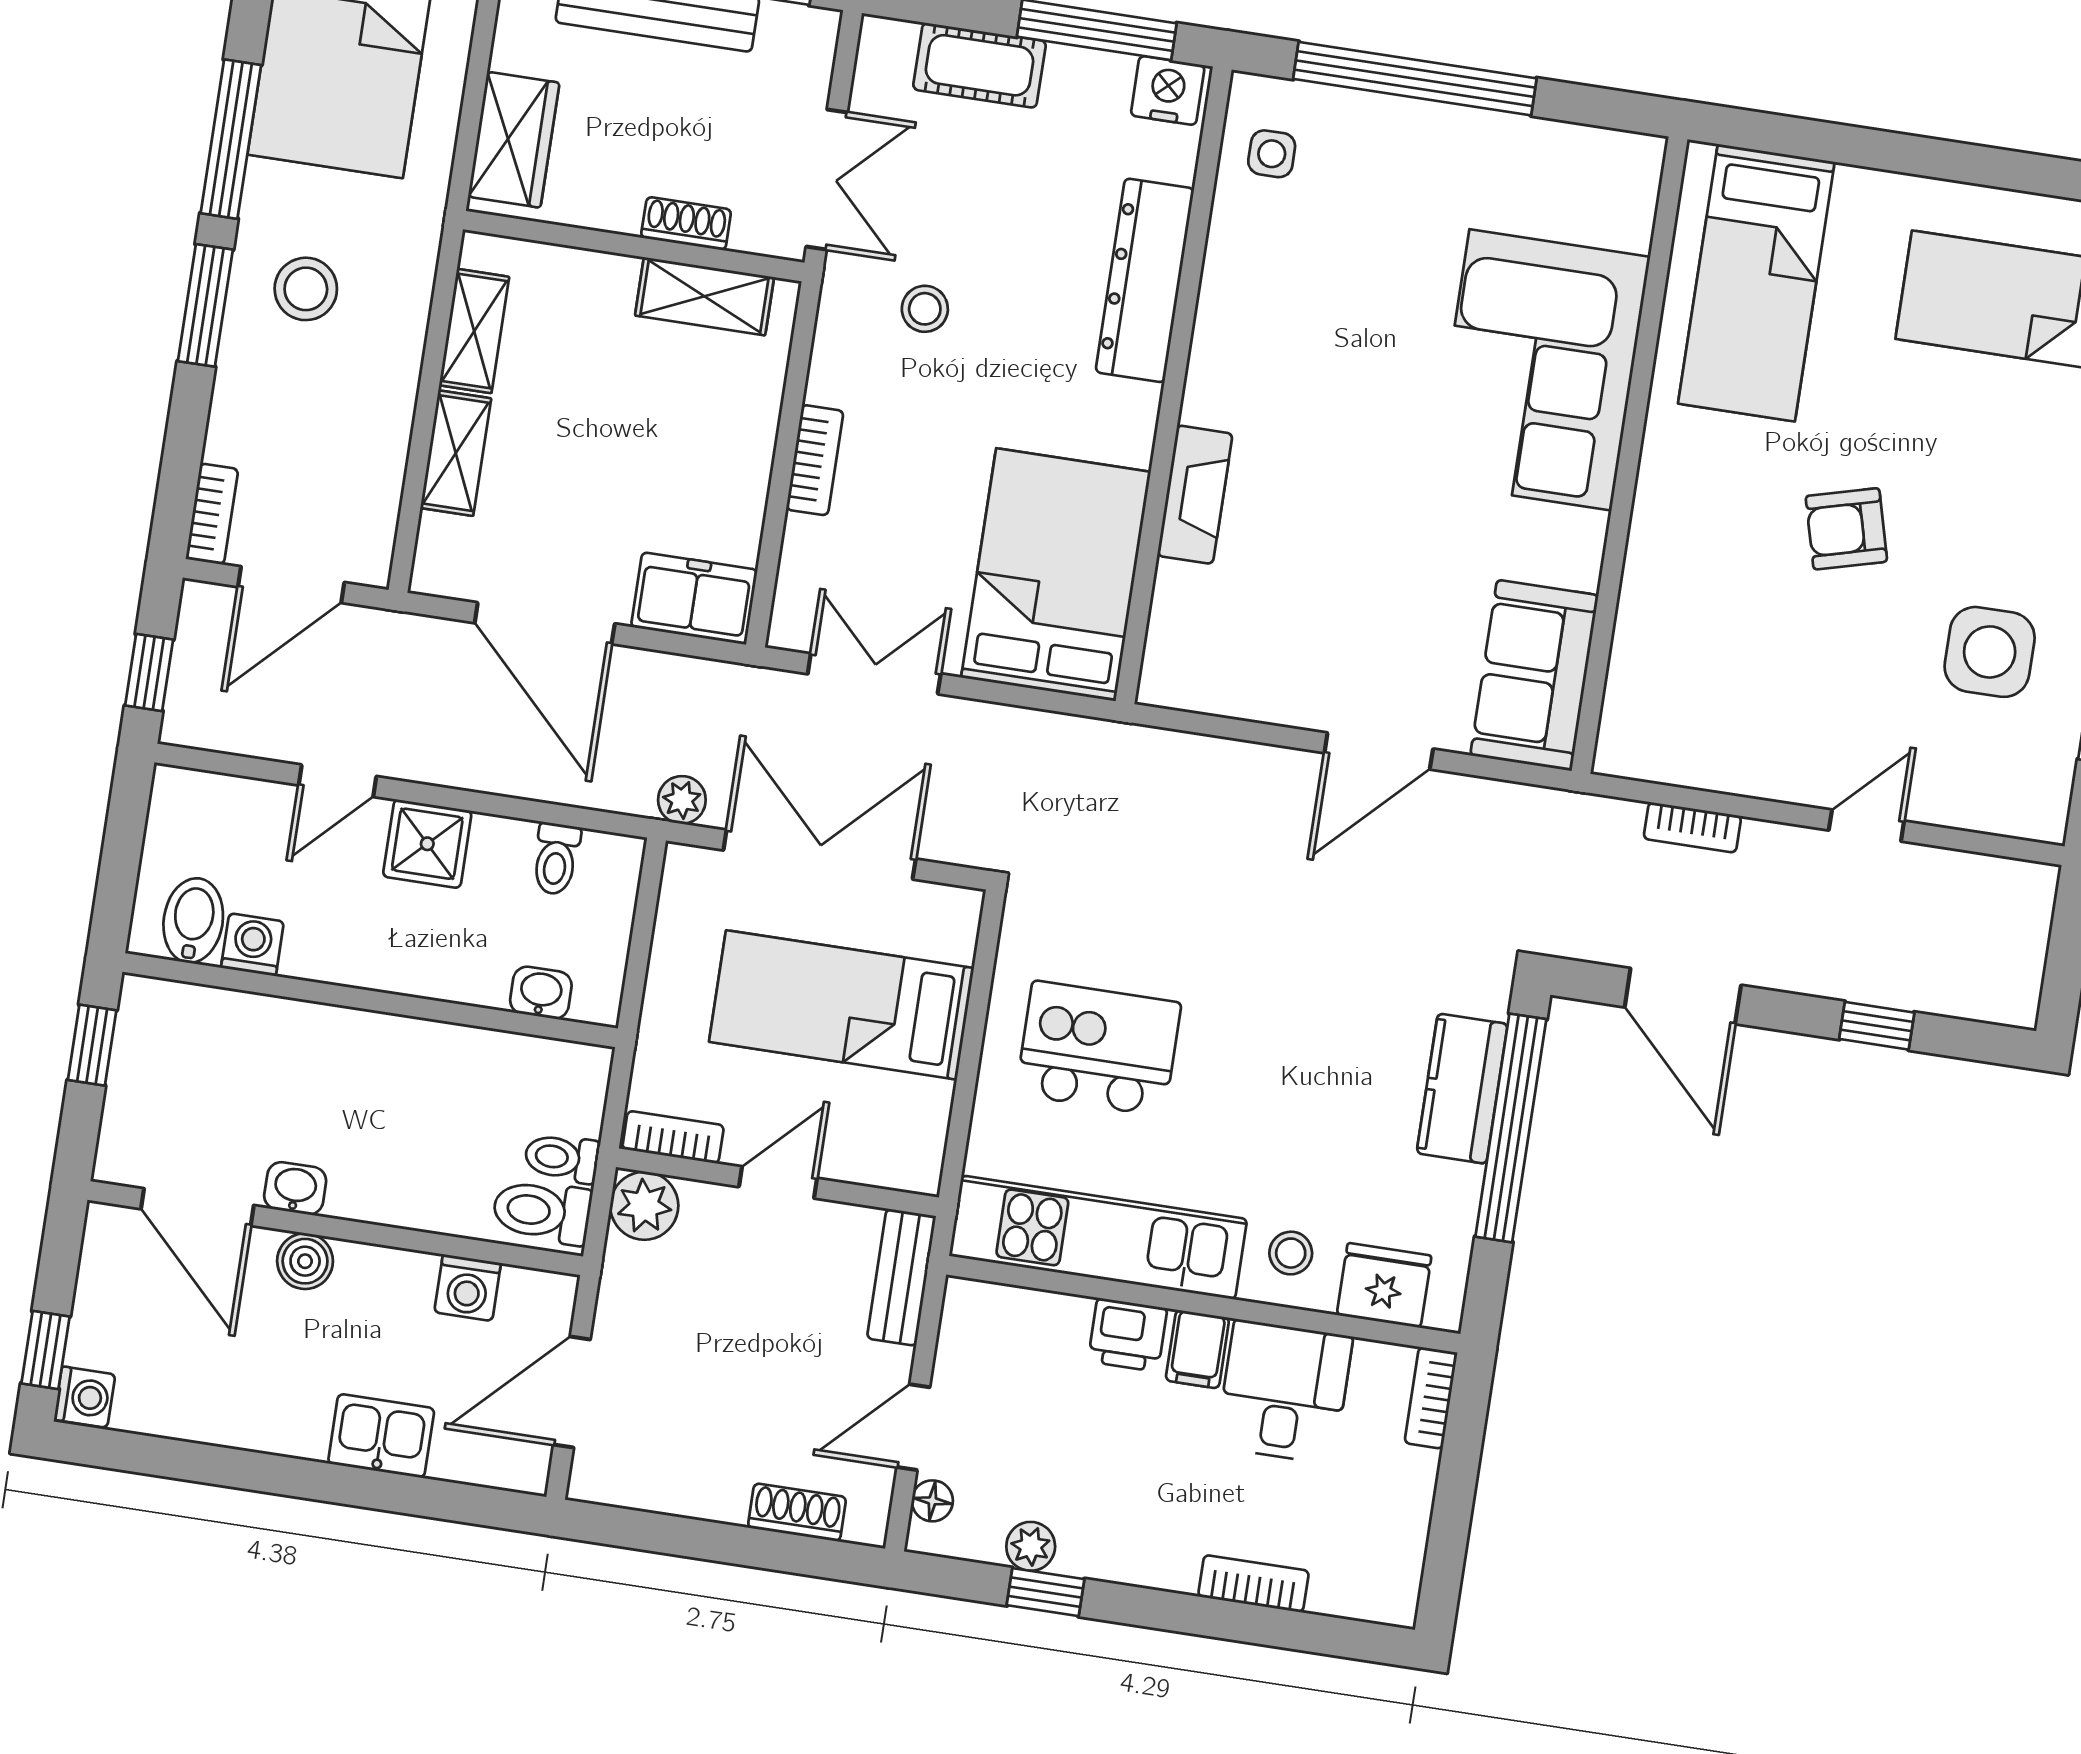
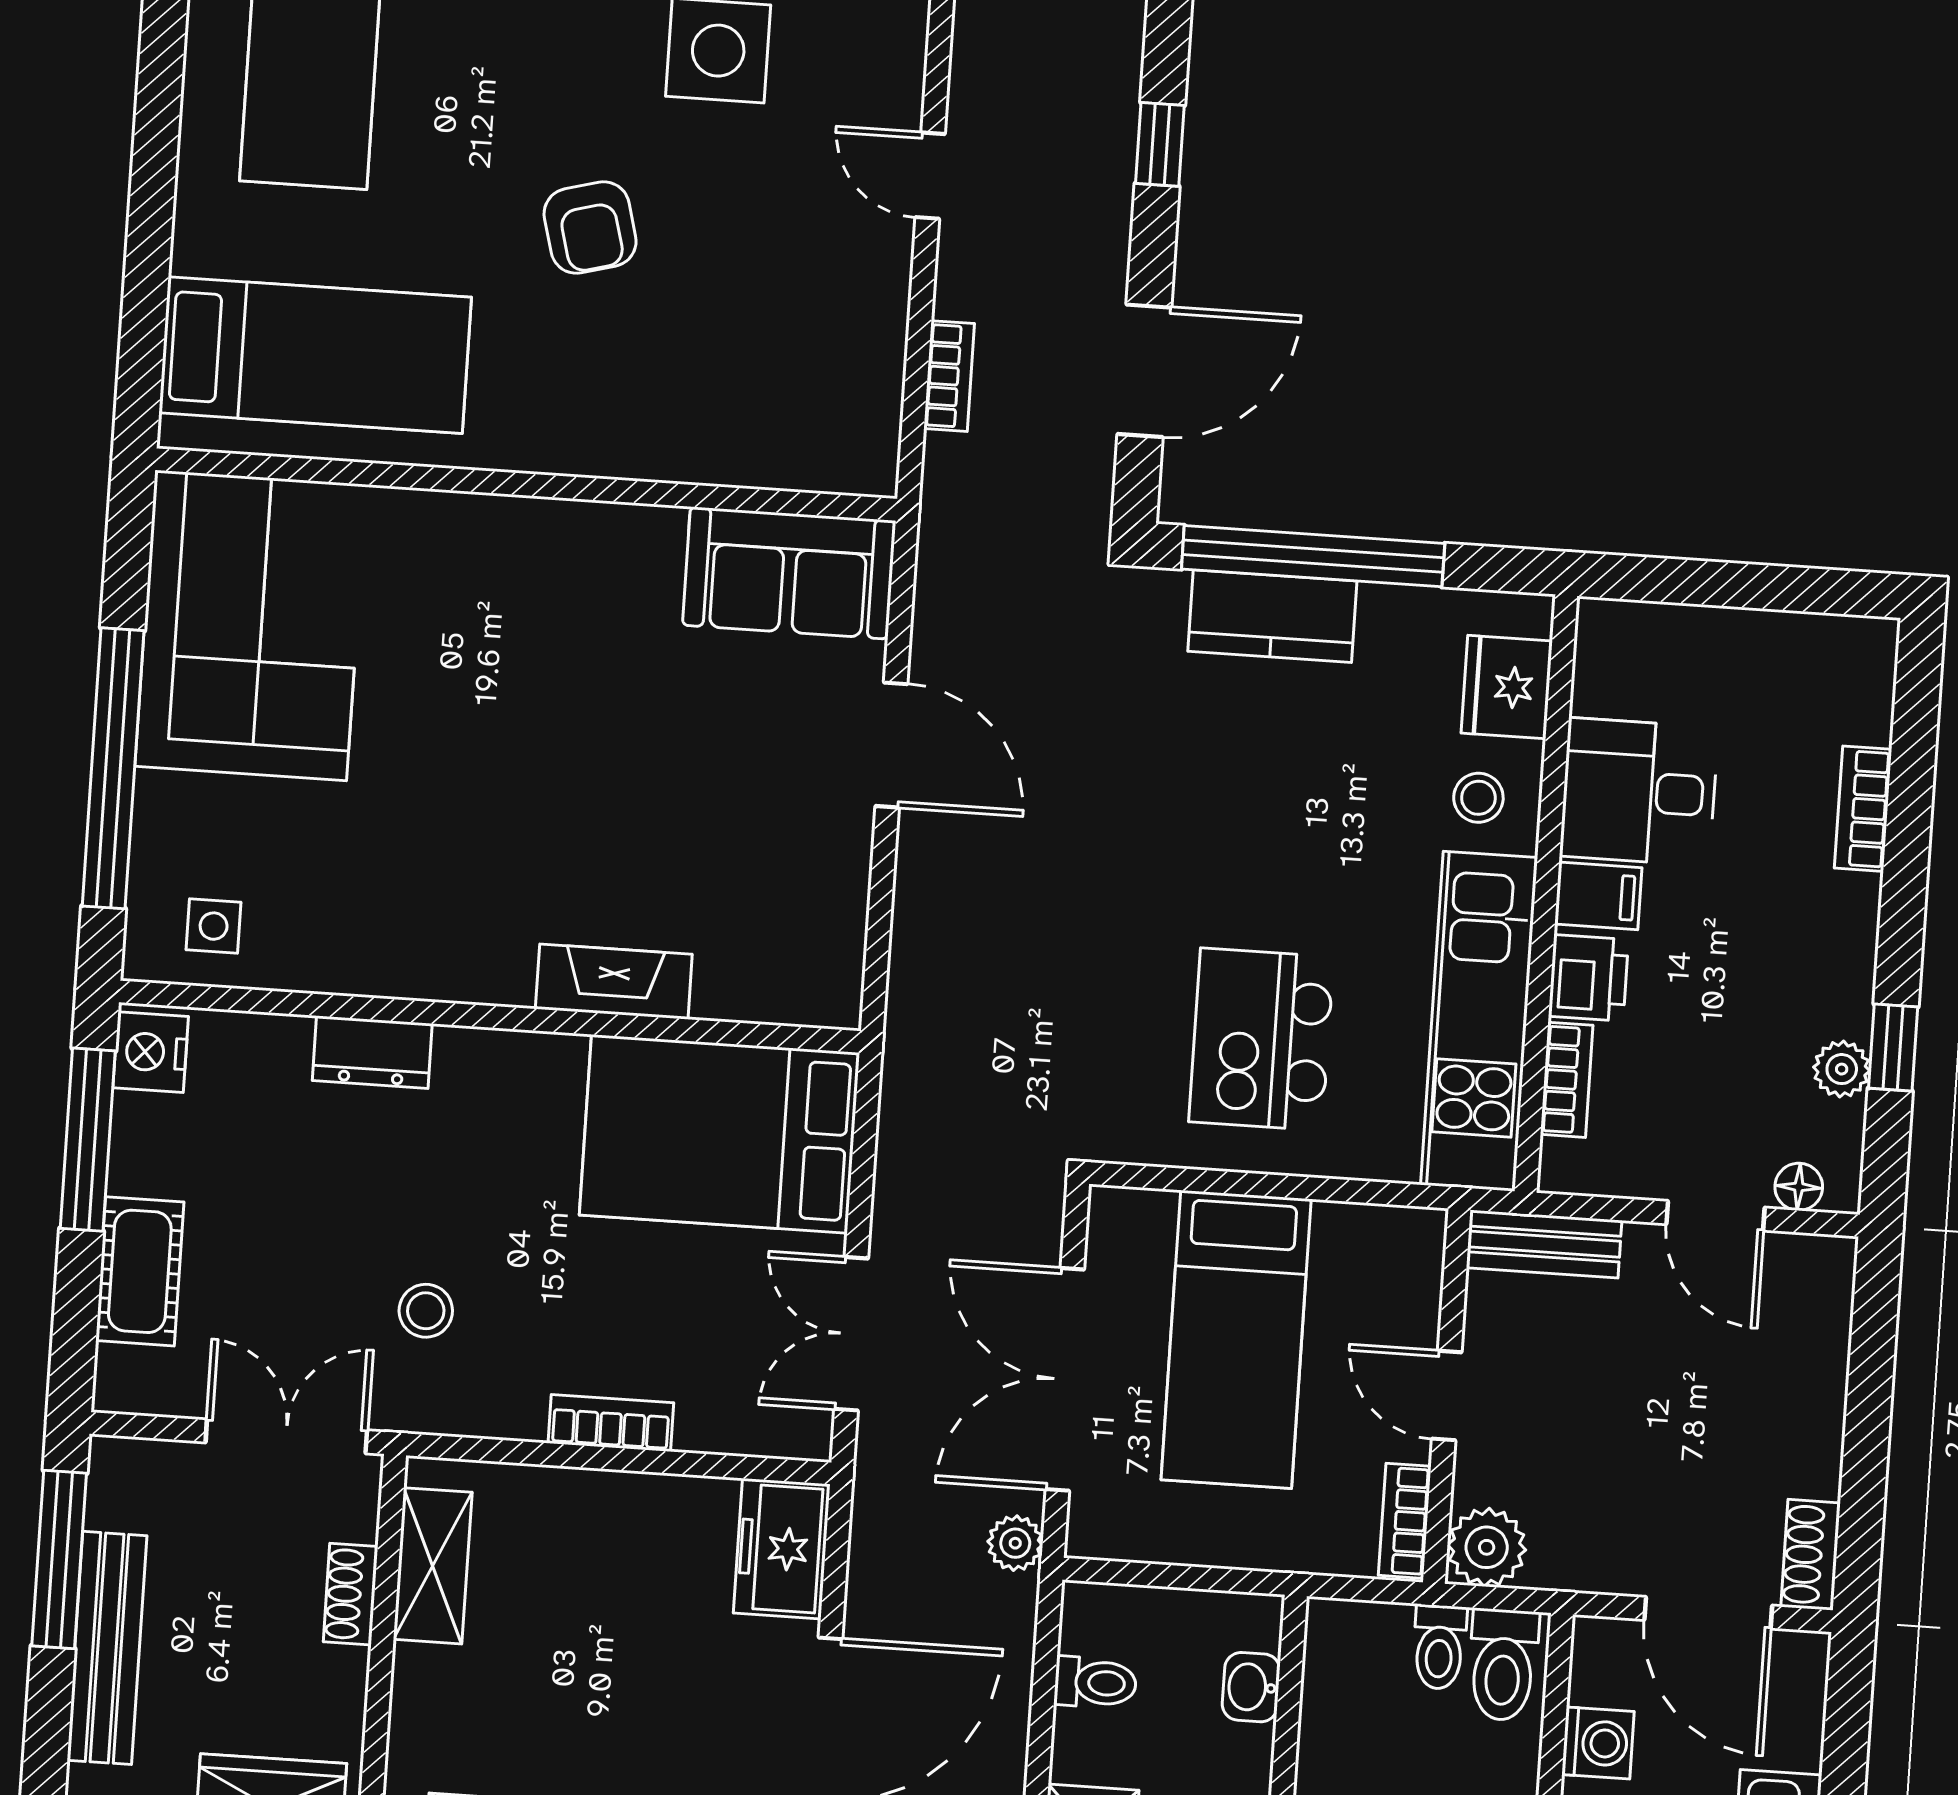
dresser: (1145, 280) -> (372, 1052), width x0.51, depth x0.80
corner sofa: (1540, 370) -> (251, 625), moved, turned -90
bookcase: (1431, 1398) -> (1567, 1080), moved, turned -90
shoe rack: (797, 1512) -> (1811, 1555), moved

